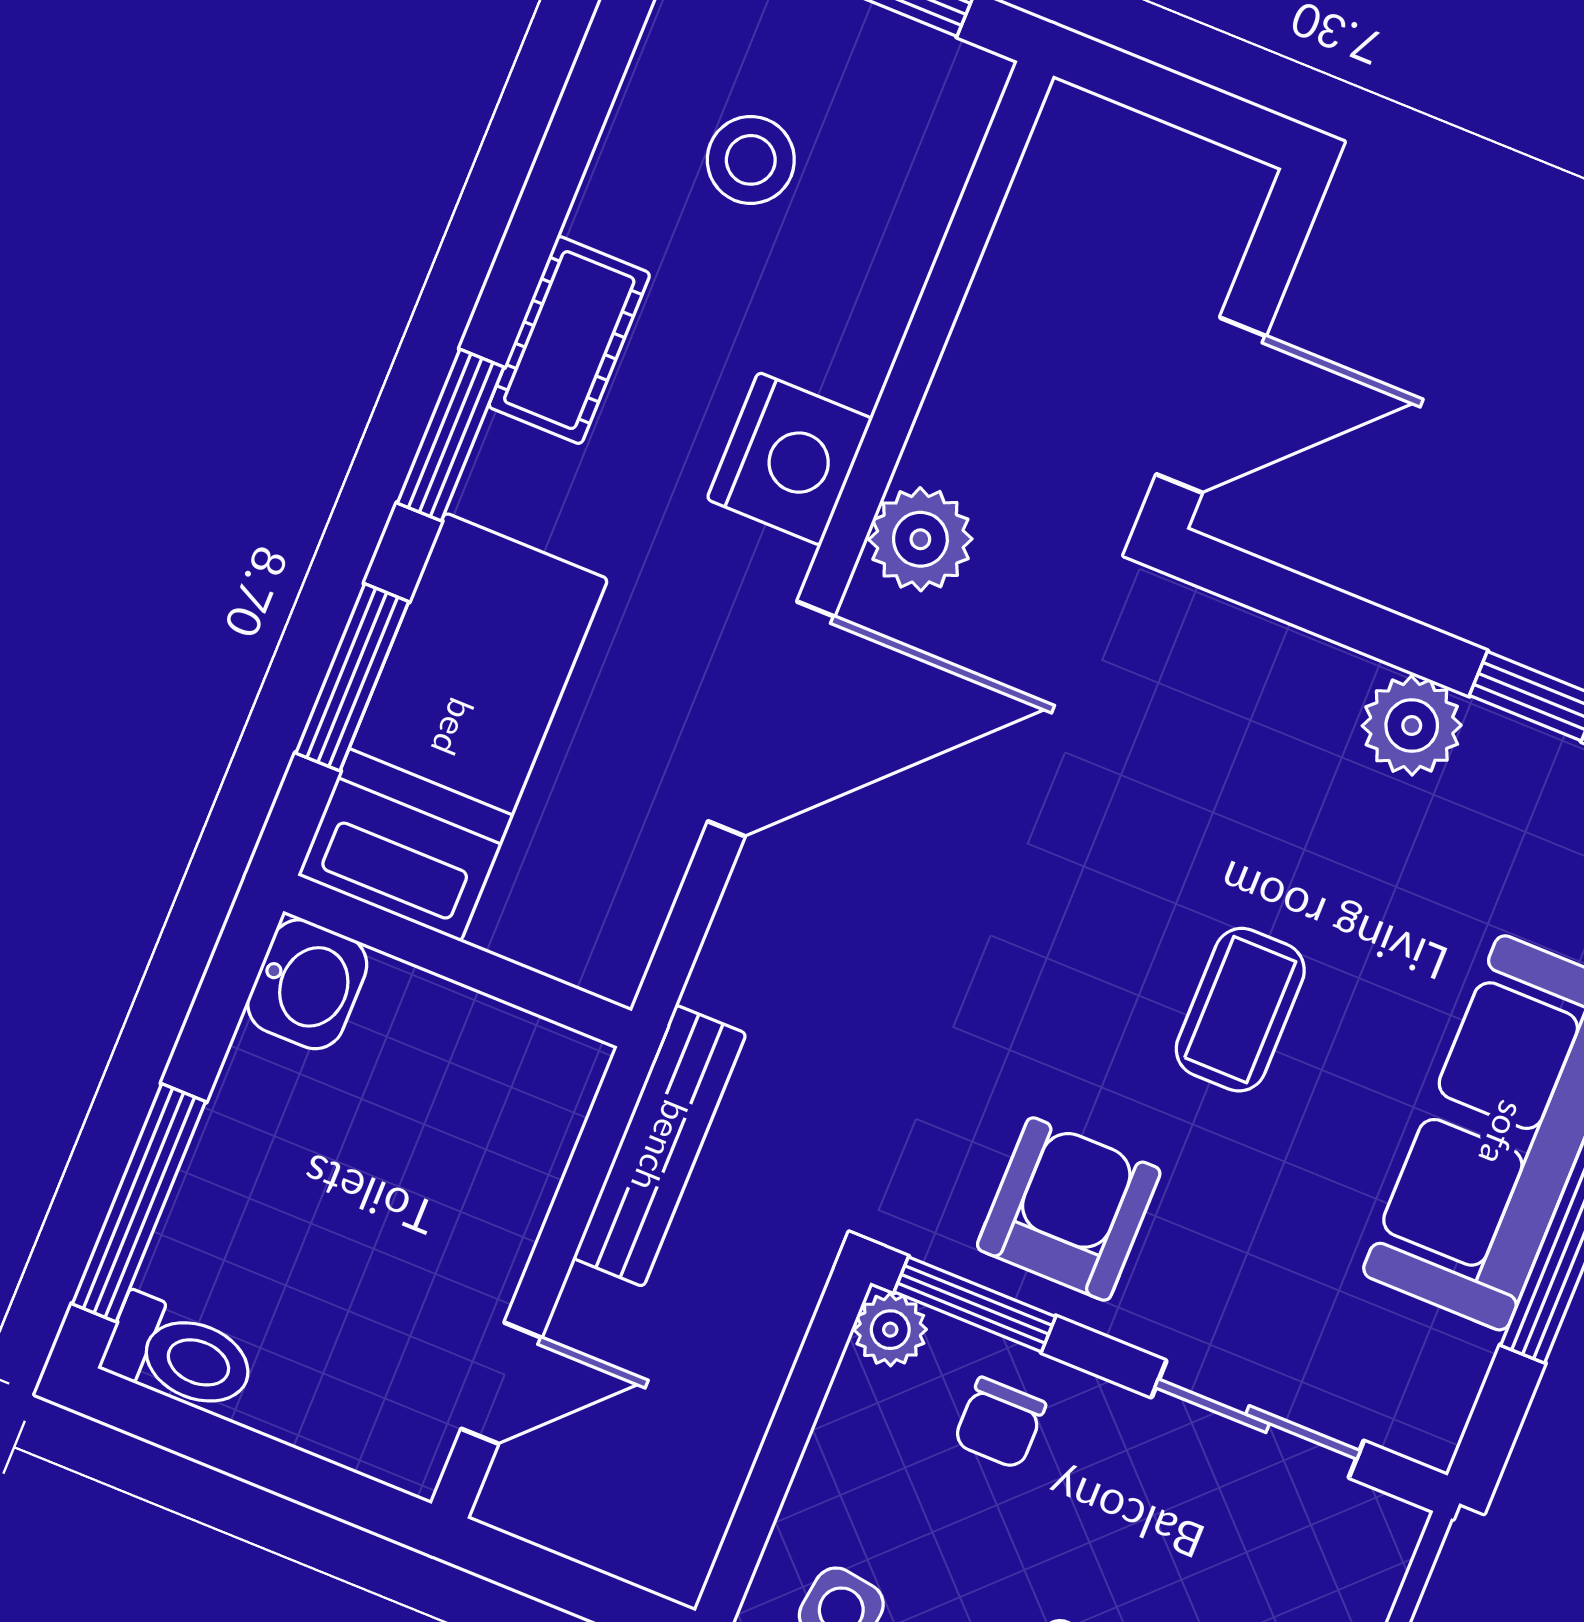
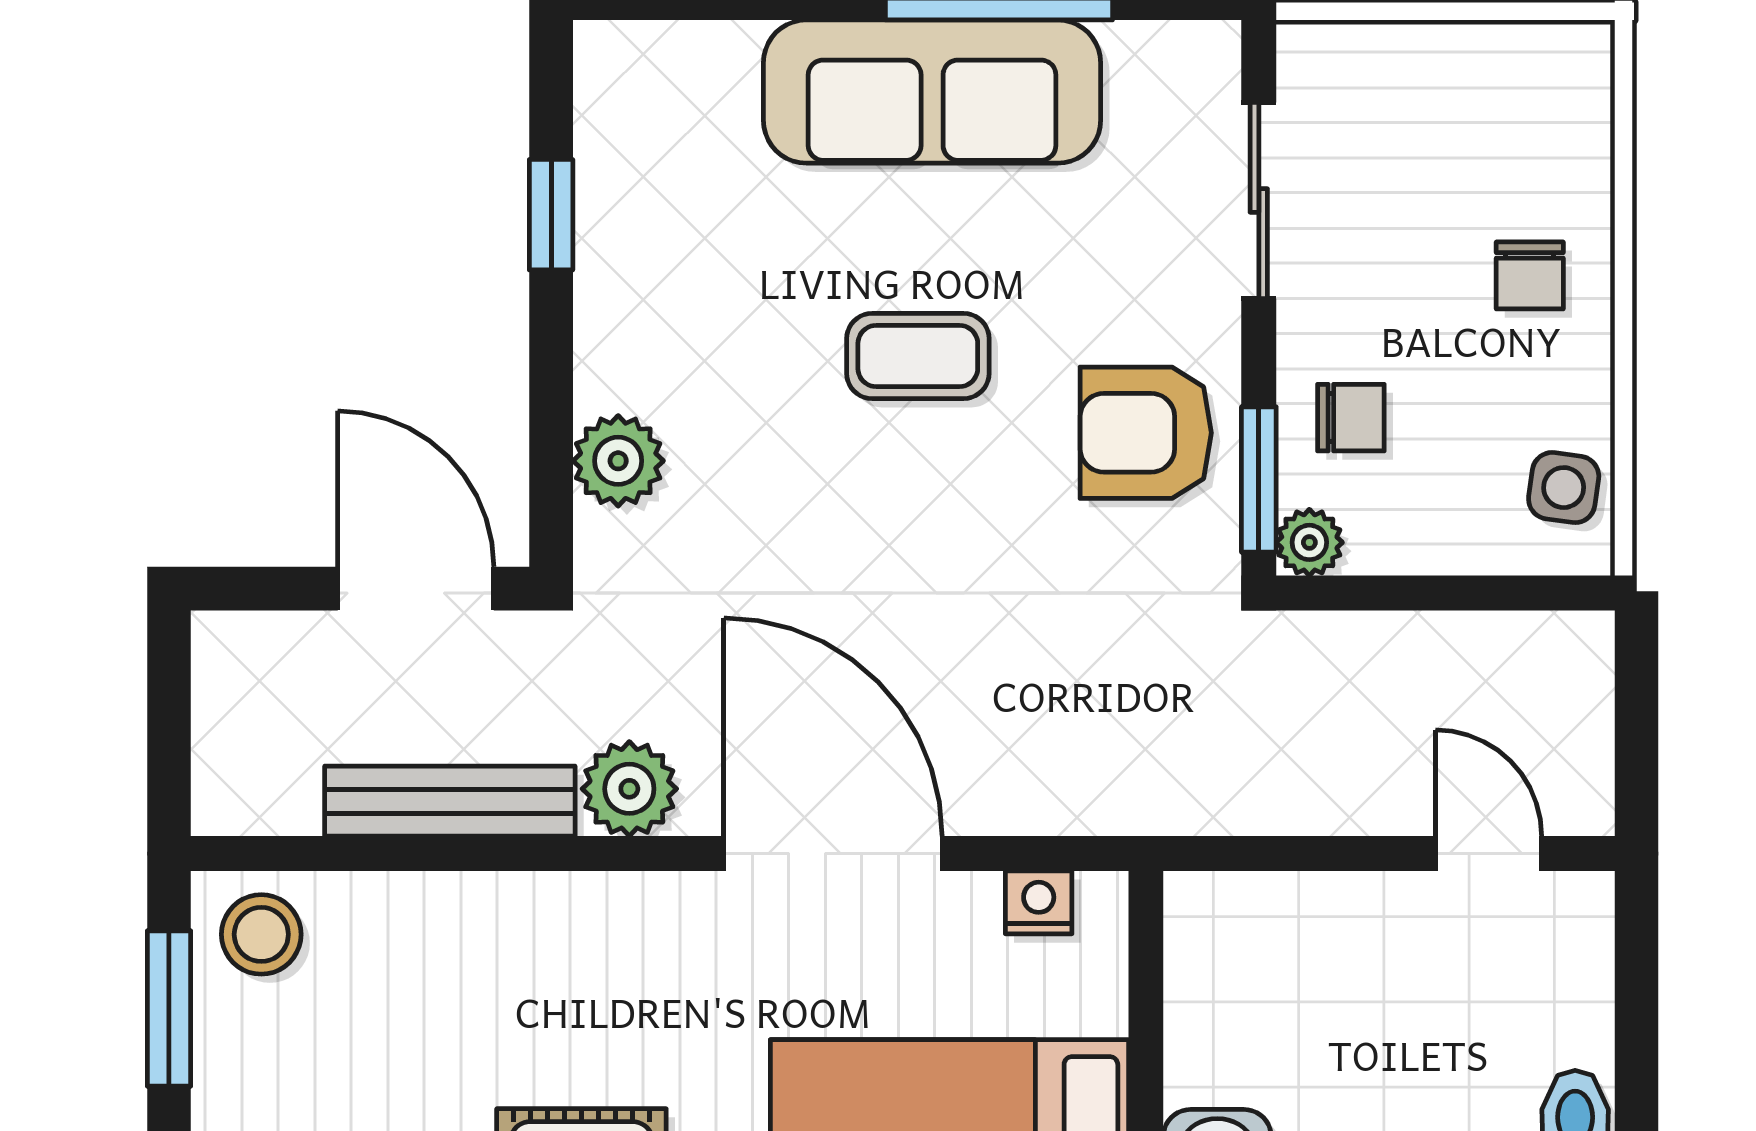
stool: (751, 160) -> (261, 934), moved
nightstand: (790, 459) -> (1039, 902), moved, width x0.53, depth x0.56
plant: (1412, 726) -> (618, 461), moved
bench: (660, 1146) -> (450, 801), moved

